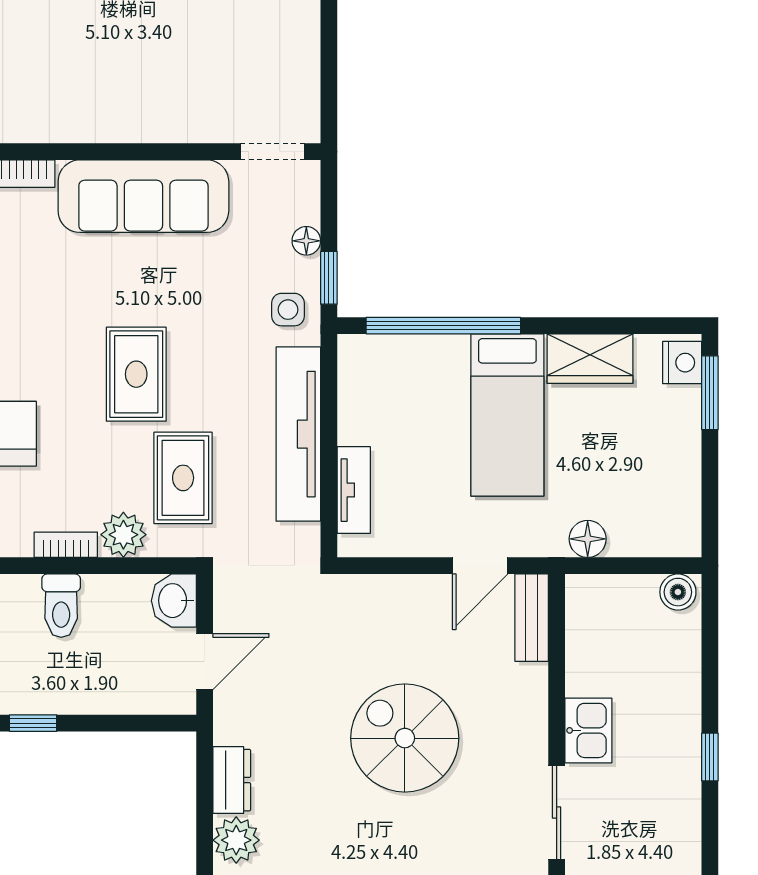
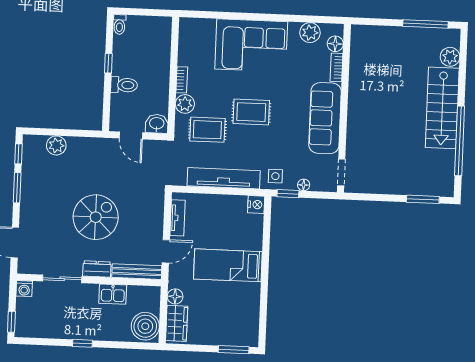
window: (443, 326) -> (266, 240), removed
wardrobe: (590, 359) -> (177, 323), moved, turned 180
nightstand: (682, 363) -> (256, 205), moved, turned -90
tv unit: (354, 490) -> (178, 218), moved, turned -90
door: (480, 566) -> (166, 251), swing flipped
boiler: (678, 592) -> (145, 326), width x1.86, depth x1.86
toilet: (61, 606) -> (124, 85), moved, turned 180
bench: (532, 618) -> (137, 272), width x1.36
kitchen sink: (588, 730) -> (113, 294), moved
dresser: (232, 780) -> (97, 269), moved, turned 180

